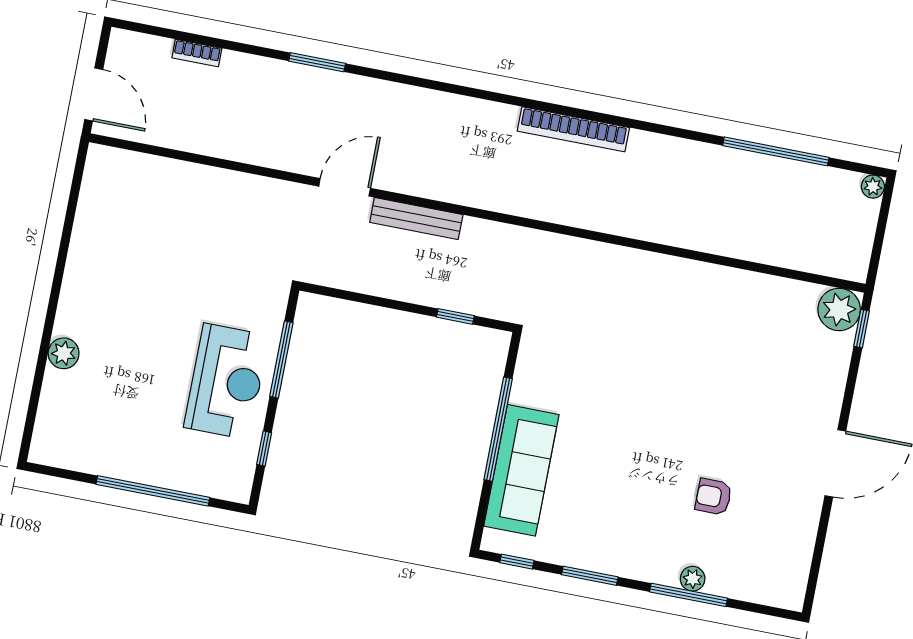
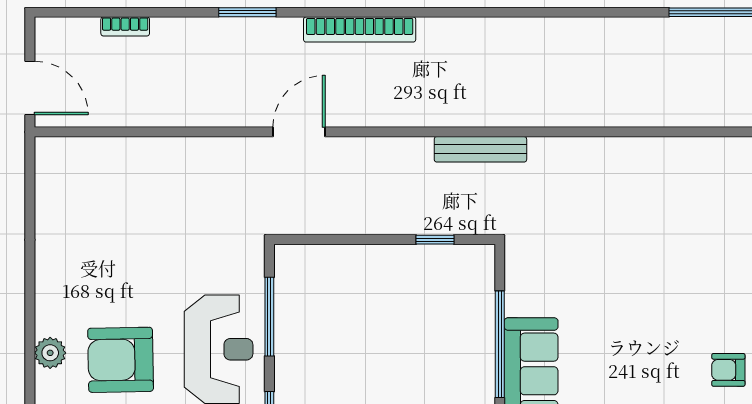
bookcase: (573, 129) -> (360, 29), moved
bench: (416, 219) -> (480, 149), moved
armchair: (130, 373) -> (121, 360), added

